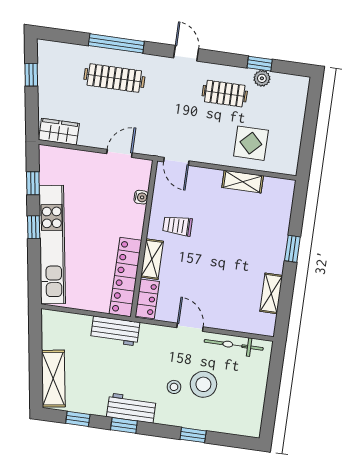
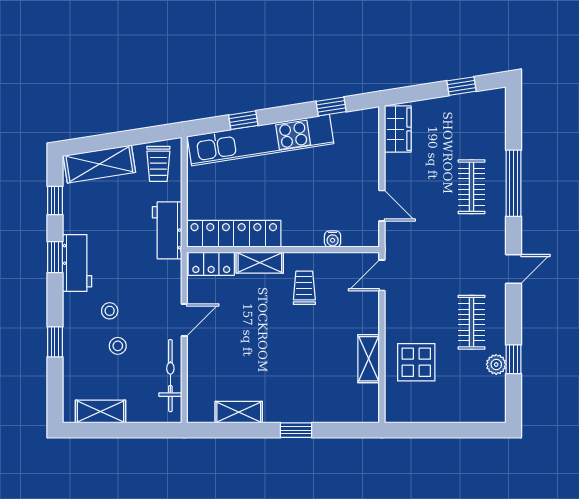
clothes rail: (114, 78) -> (472, 187), width x0.73
window: (34, 227) -> (243, 120), moved
trolley: (60, 330) -> (158, 164), added
stool: (203, 384) -> (118, 346), width x0.53, depth x0.53
shelving: (255, 406) -> (101, 411), added

